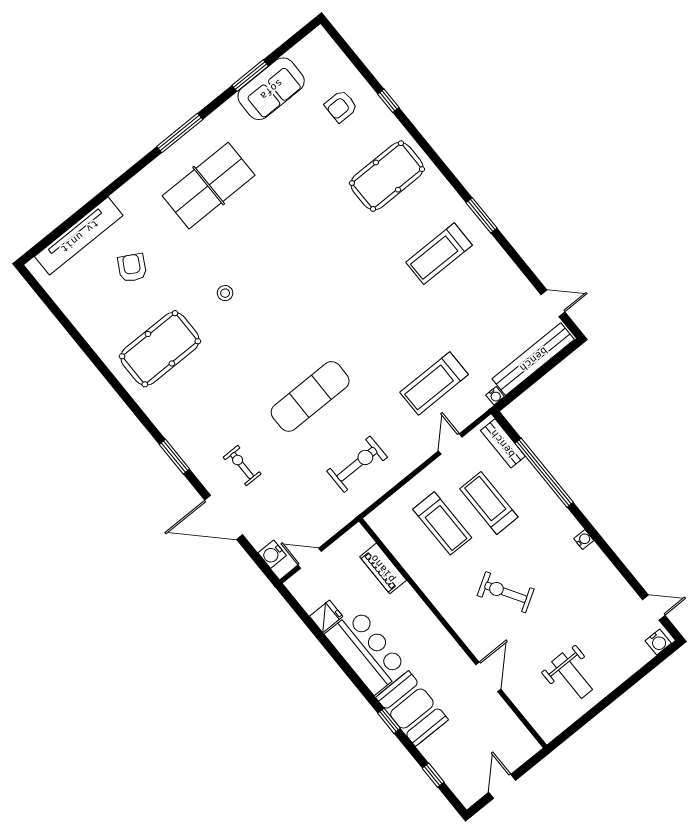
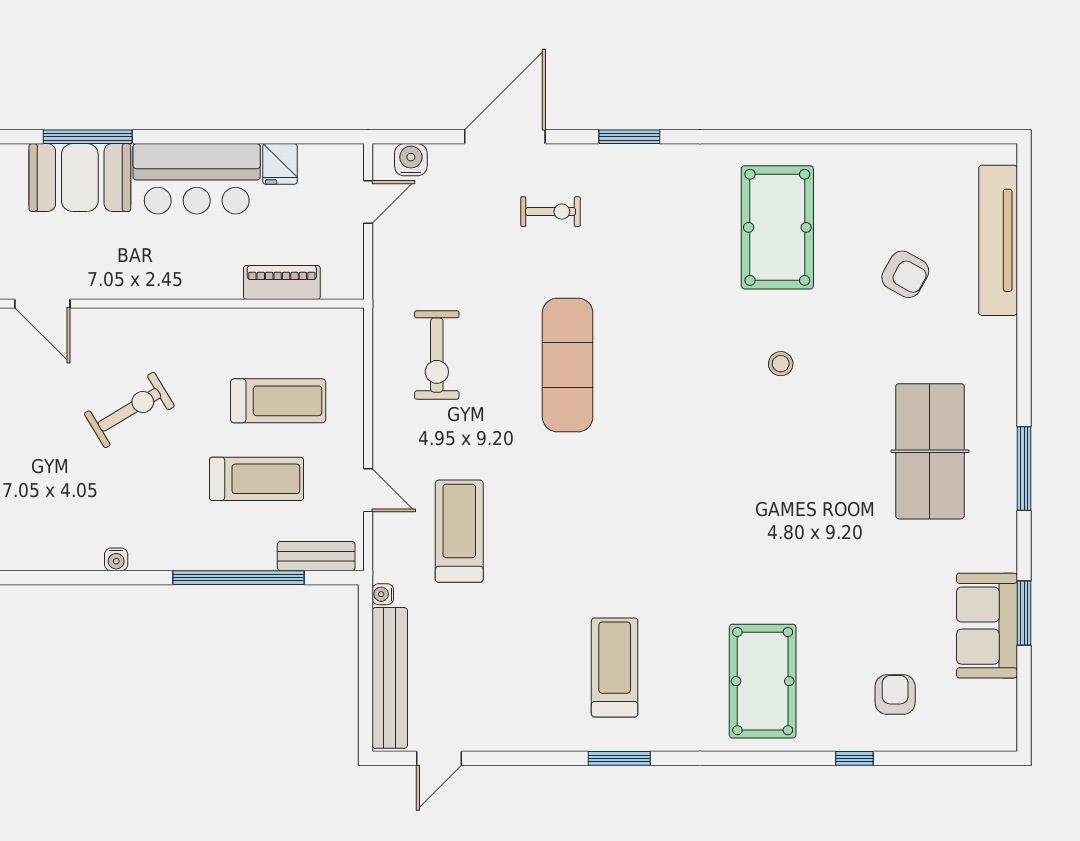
treadmill: (442, 523) -> (278, 401), turned 180
window: (389, 721) -> (88, 137), width x2.17

